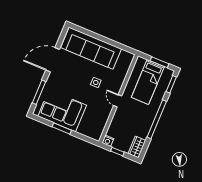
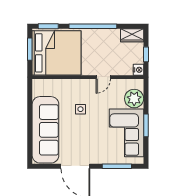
bed: (148, 82) -> (56, 53), width x2.04
door: (118, 101) -> (103, 77), moved
plant: (87, 128) -> (134, 99), added

